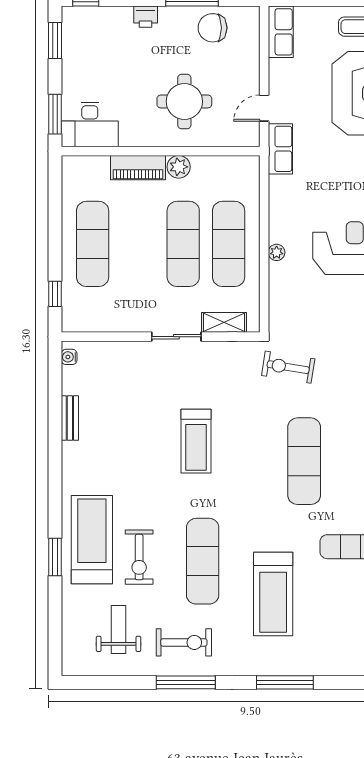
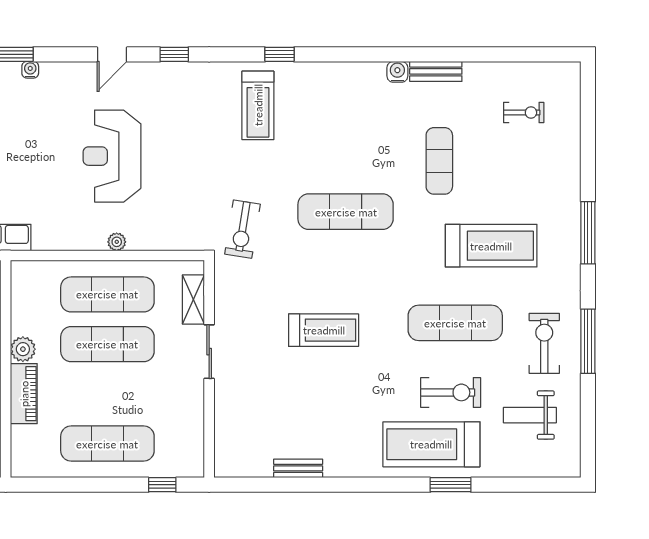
water cooler: (69, 357) -> (231, 469), removed

